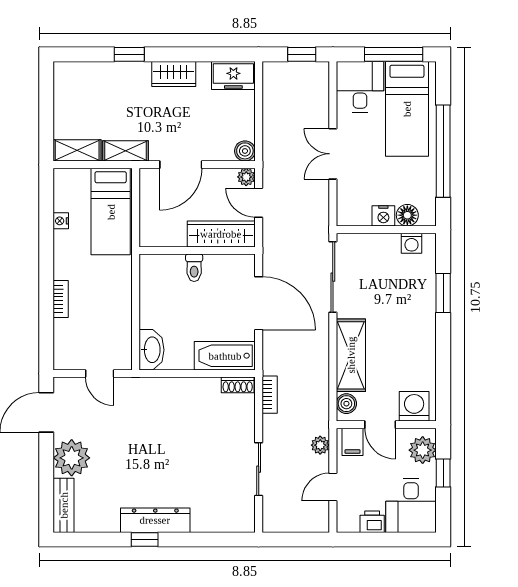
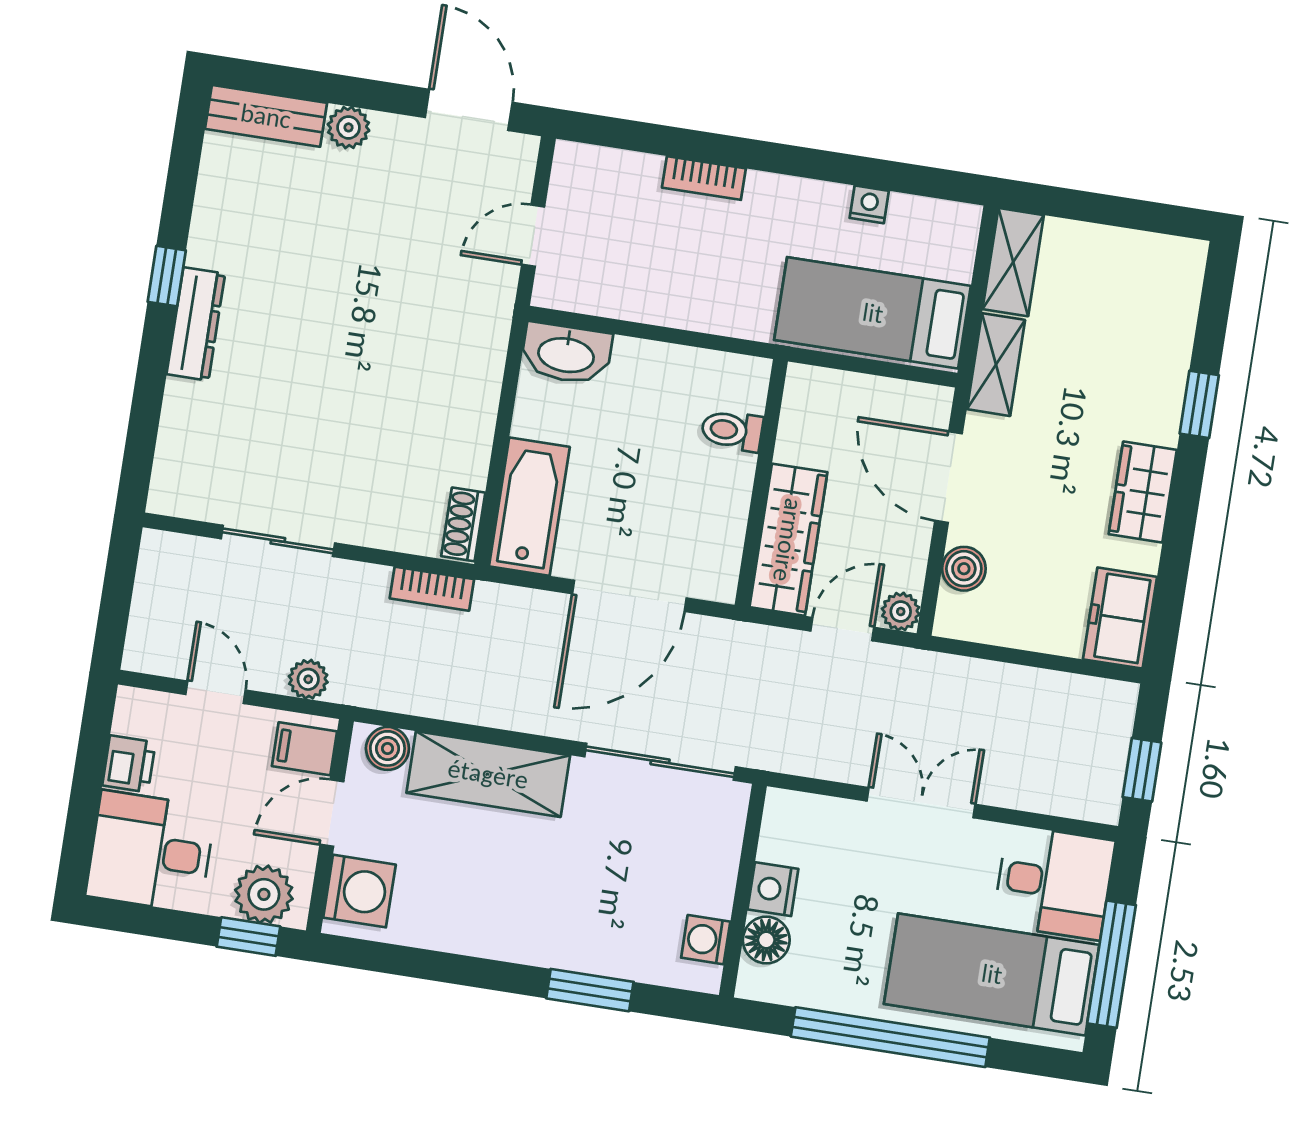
boiler: (245, 151) -> (964, 569), moved
toilet: (194, 268) -> (732, 431), moved
plant: (72, 458) -> (349, 127), width x0.53, depth x0.53
window: (443, 473) -> (248, 937), moved
dresser: (155, 520) -> (196, 324), width x0.73, depth x0.80

